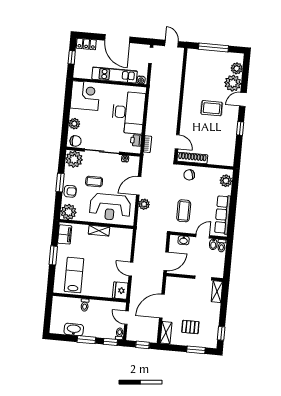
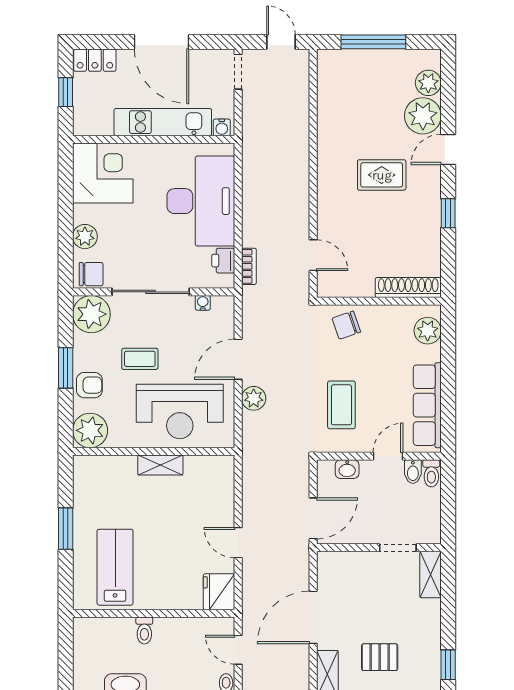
shoe rack: (192, 158) -> (408, 288), moved
filing cabinet: (65, 234) -> (86, 481), removed

